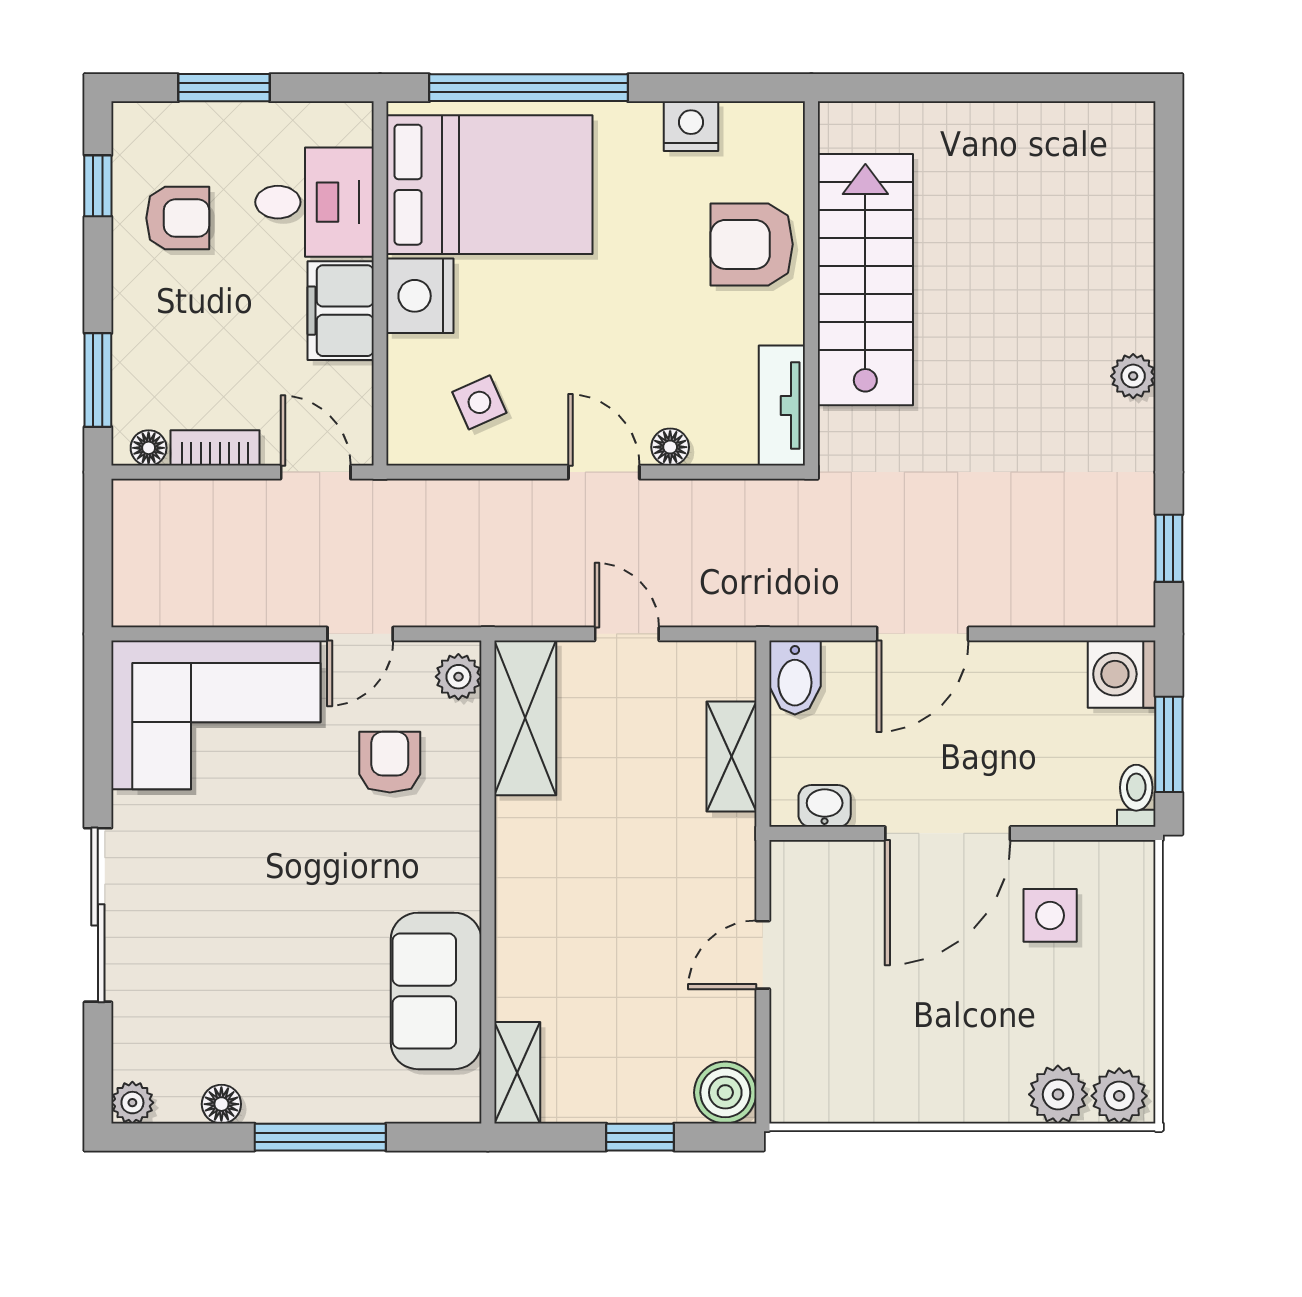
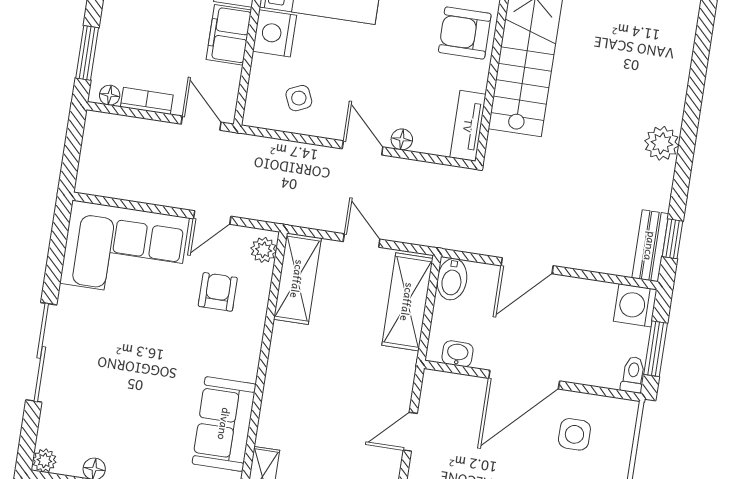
plant: (1133, 376) -> (662, 143), width x1.38, depth x1.38
bench: (1132, 566) -> (650, 246), added
shelving: (732, 757) -> (407, 302), width x1.50, depth x1.33

